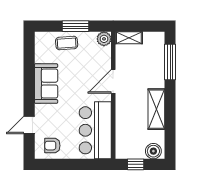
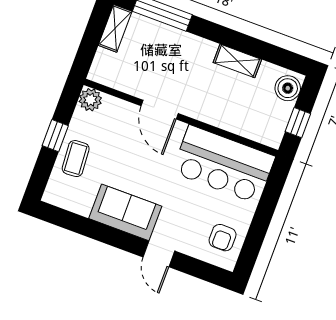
window: (75, 26) -> (55, 136), width x0.67
shelving: (129, 38) -> (115, 28), moved
shelving: (156, 109) -> (237, 61), width x0.67, depth x0.75
door: (29, 125) -> (159, 254), moved

